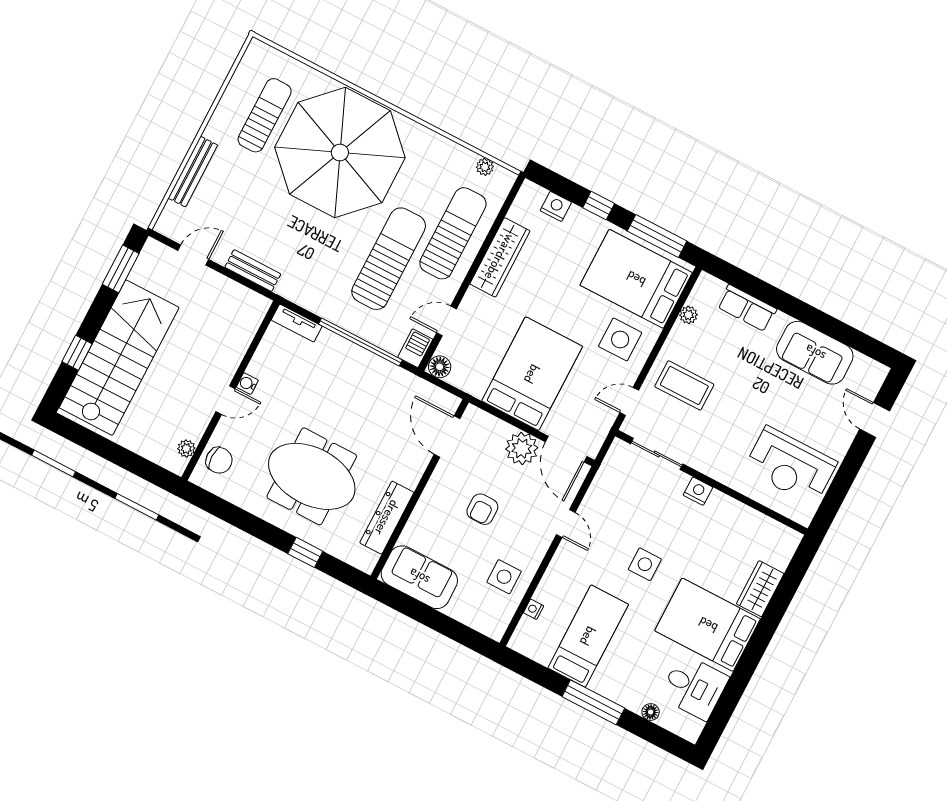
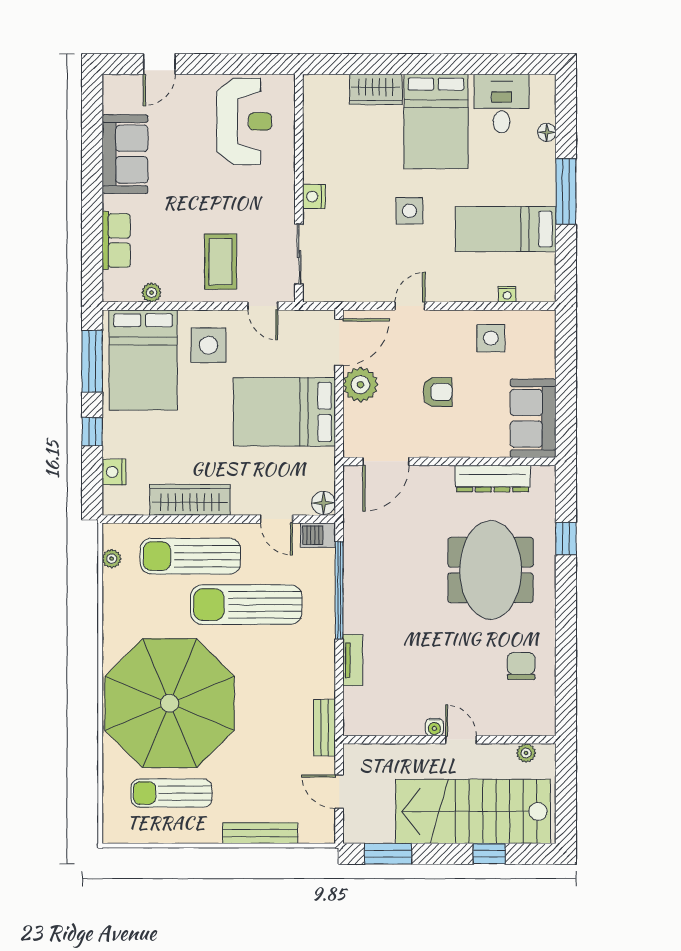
water cooler: (247, 384) -> (434, 727), moved
wall: (230, 391) -> (449, 740), moved
door: (225, 400) -> (461, 740), moved
plant: (186, 448) -> (526, 753), moved

